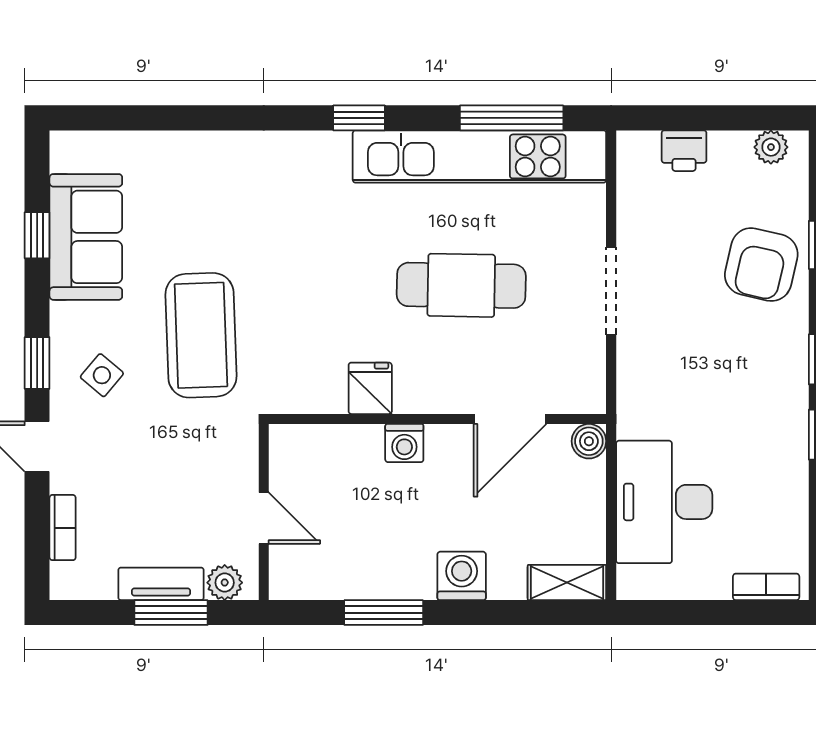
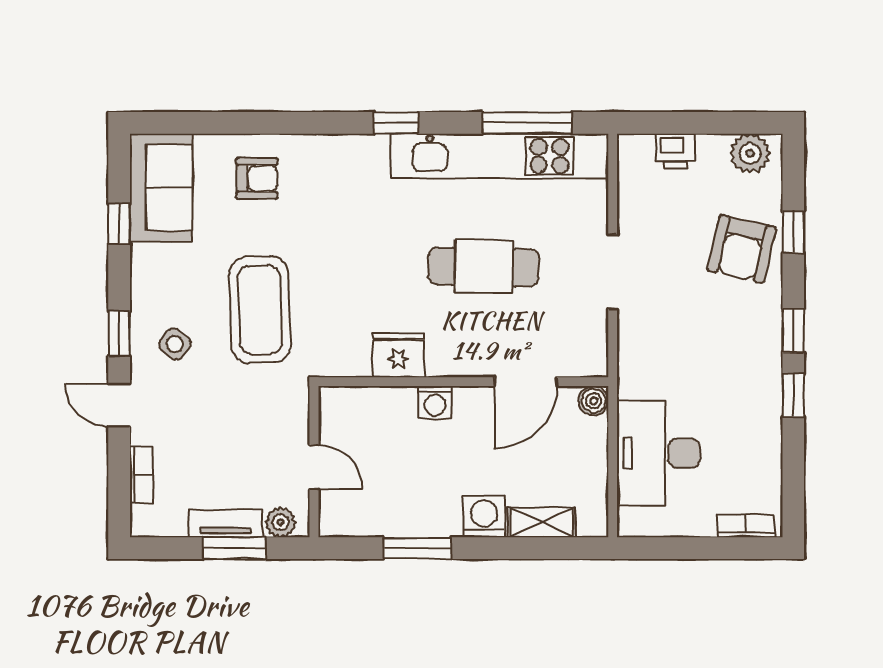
plant: (771, 147) -> (750, 153), width x1.38, depth x1.38
armchair: (197, 182) -> (257, 178), added
sofa: (86, 237) -> (161, 188), moved
fridge: (370, 388) -> (398, 355), width x1.38
shelving: (567, 582) -> (542, 522), moved

